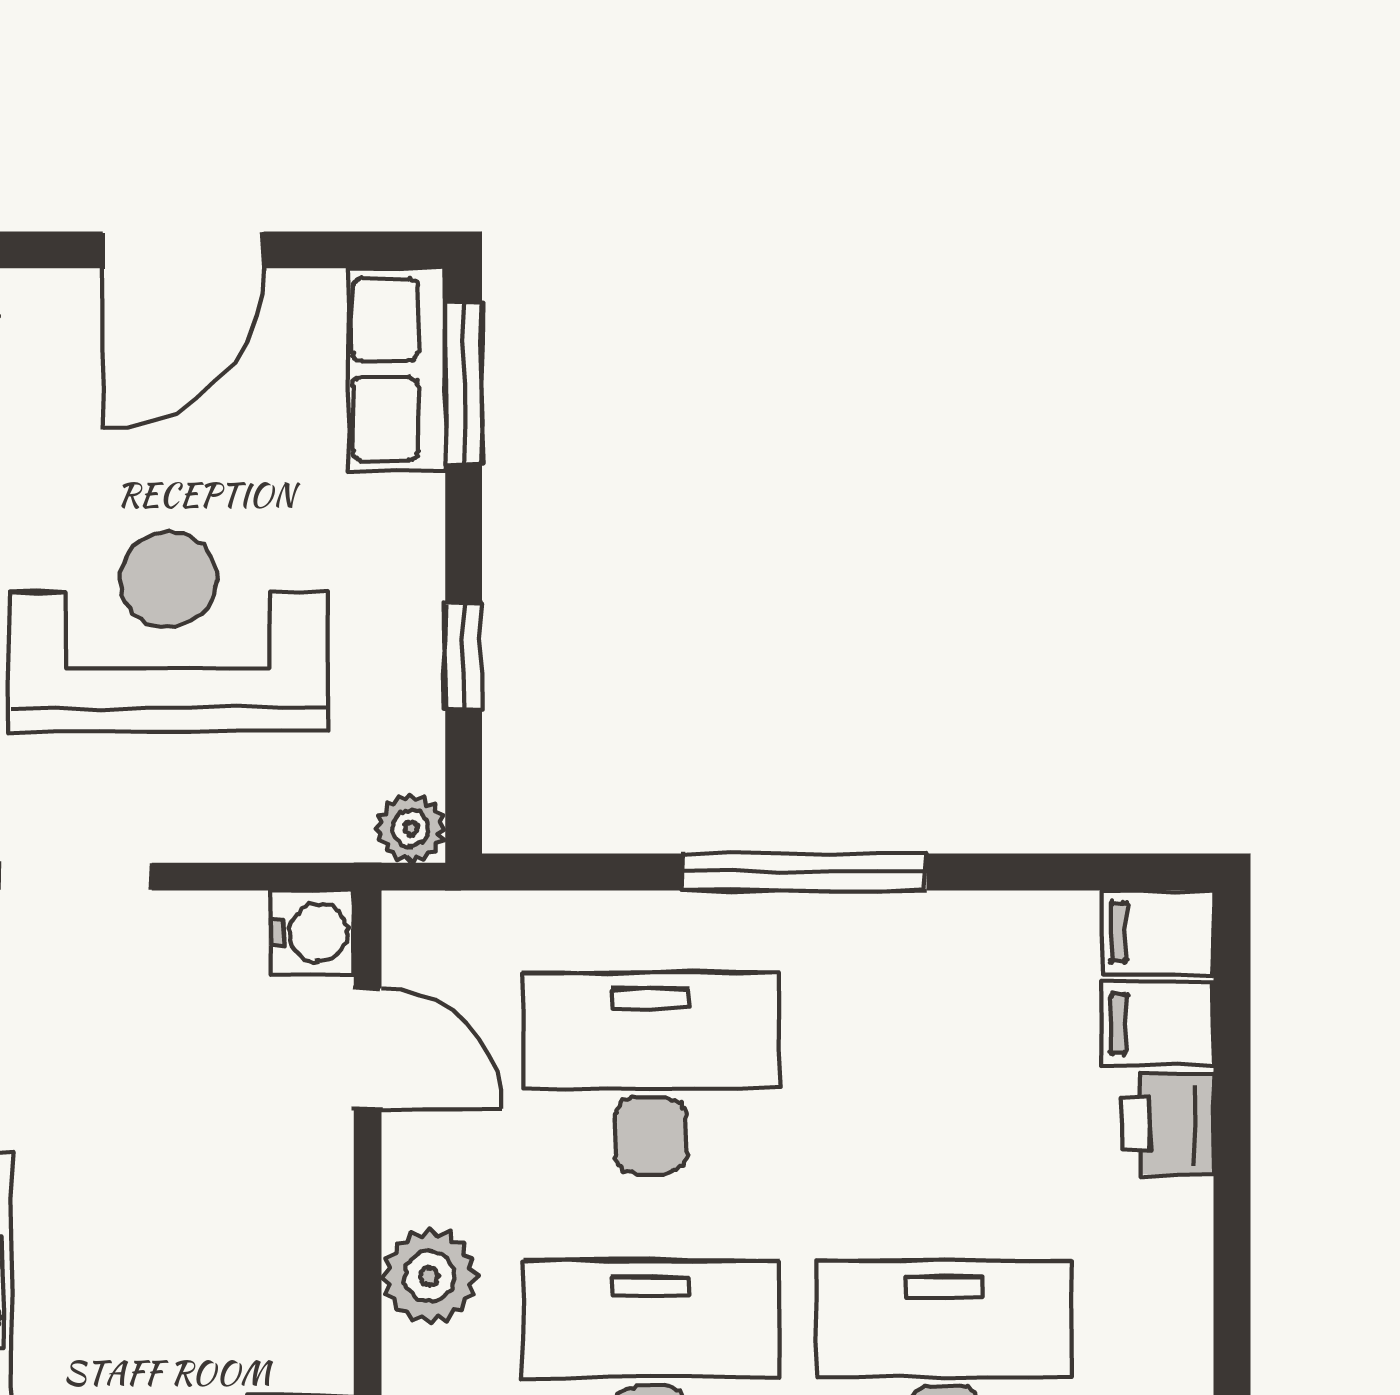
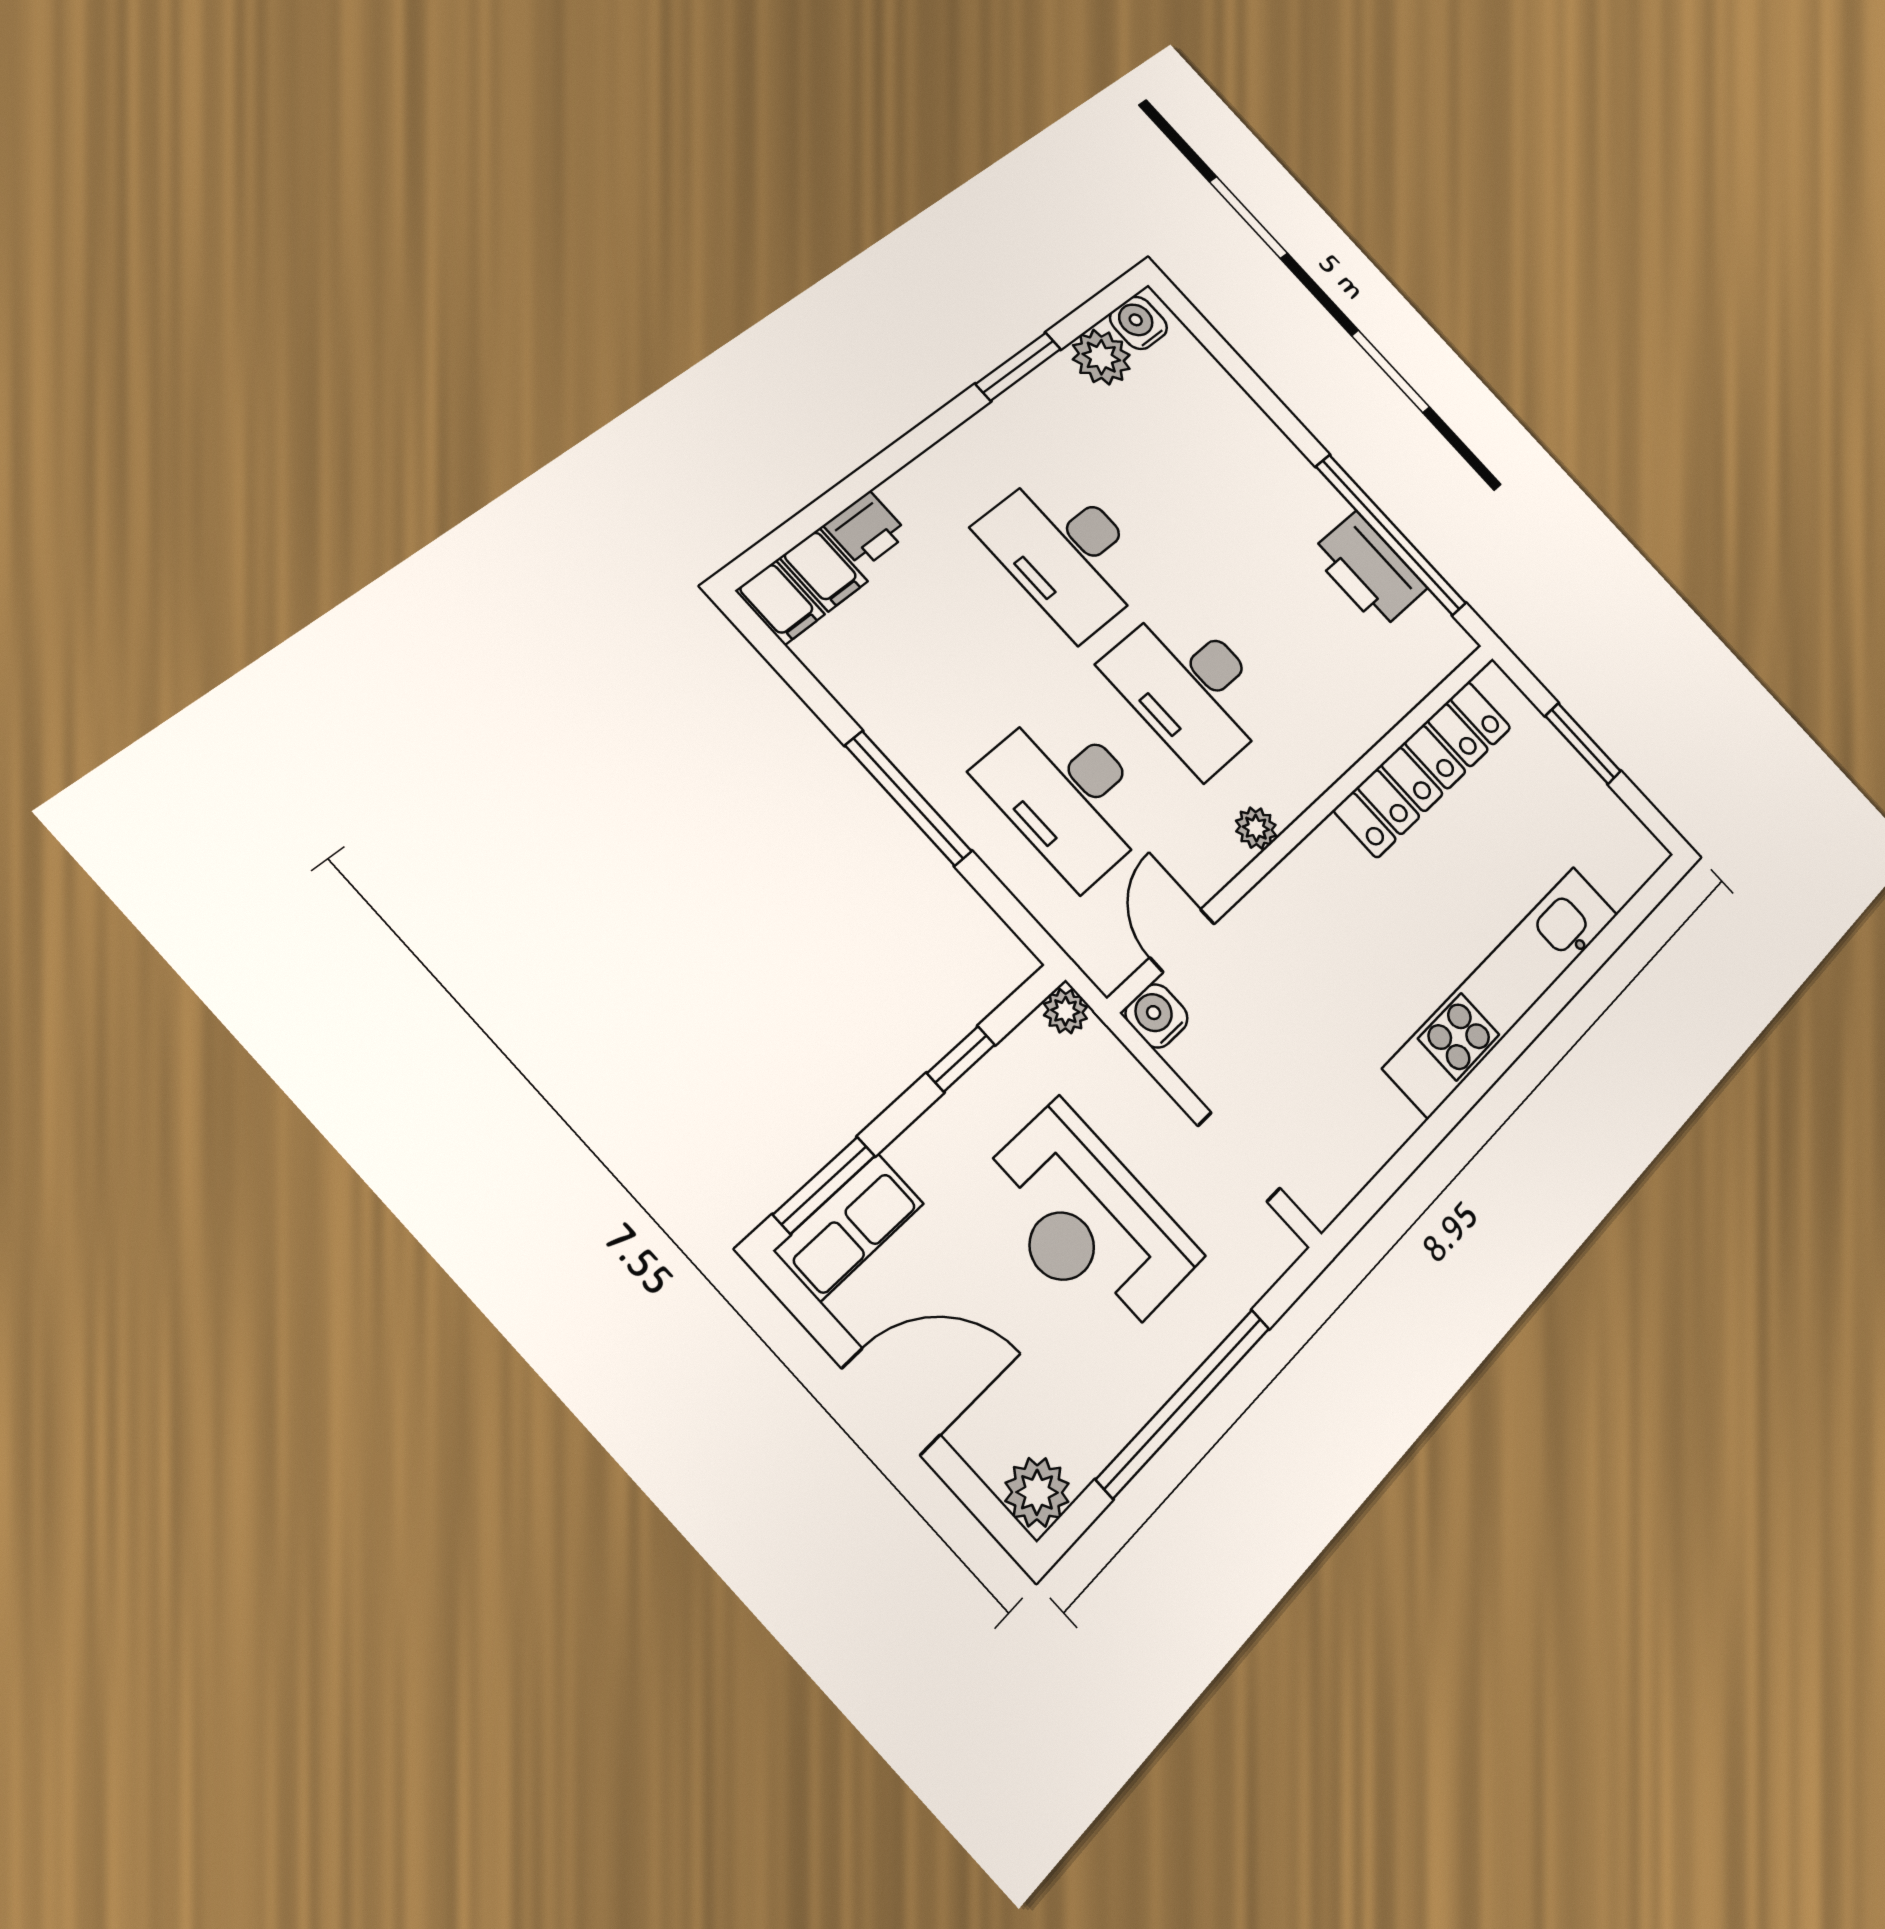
plant: (429, 1276) -> (1256, 828), width x0.73, depth x0.73

